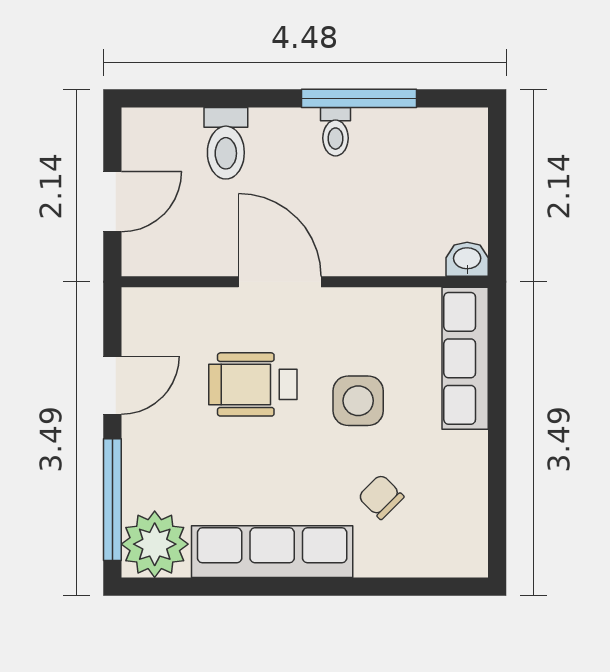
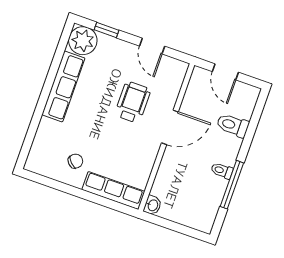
side table: (358, 401) -> (111, 142), removed
chair: (381, 497) -> (75, 161), moved
window: (112, 500) -> (107, 30), width x0.46

